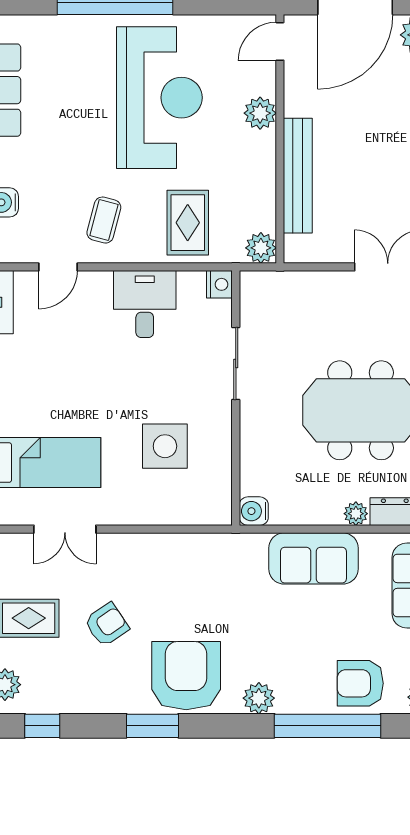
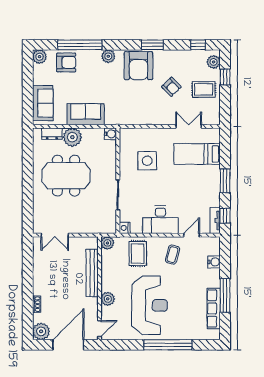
reception desk: (159, 98) -> (150, 305), turned 180
desk: (145, 304) -> (160, 220), width x1.37
plant: (356, 514) -> (72, 137), width x1.87, depth x1.87
armchair: (107, 625) -> (171, 87), turned -100

